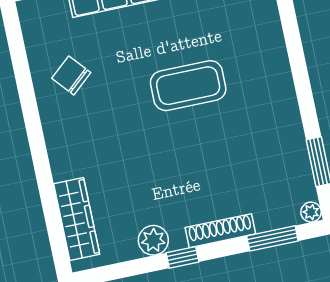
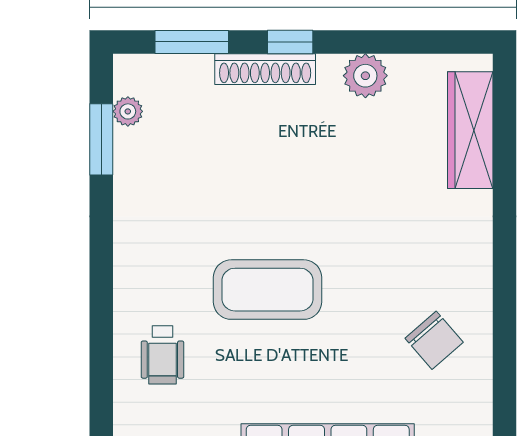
wheelchair: (248, 28) -> (162, 355), added
plant: (311, 212) -> (128, 111), moved
window: (182, 257) -> (290, 42), moved

